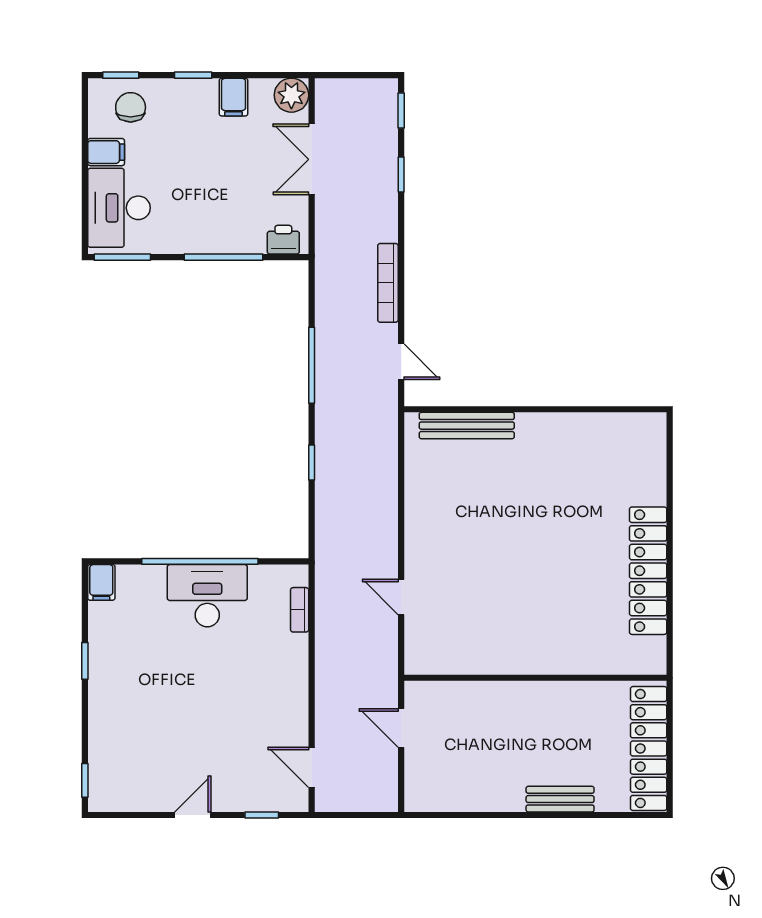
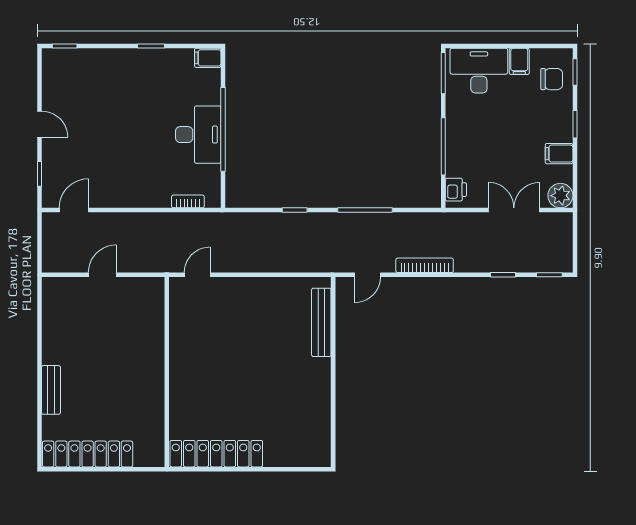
wall: (535, 678) -> (167, 372), moved

